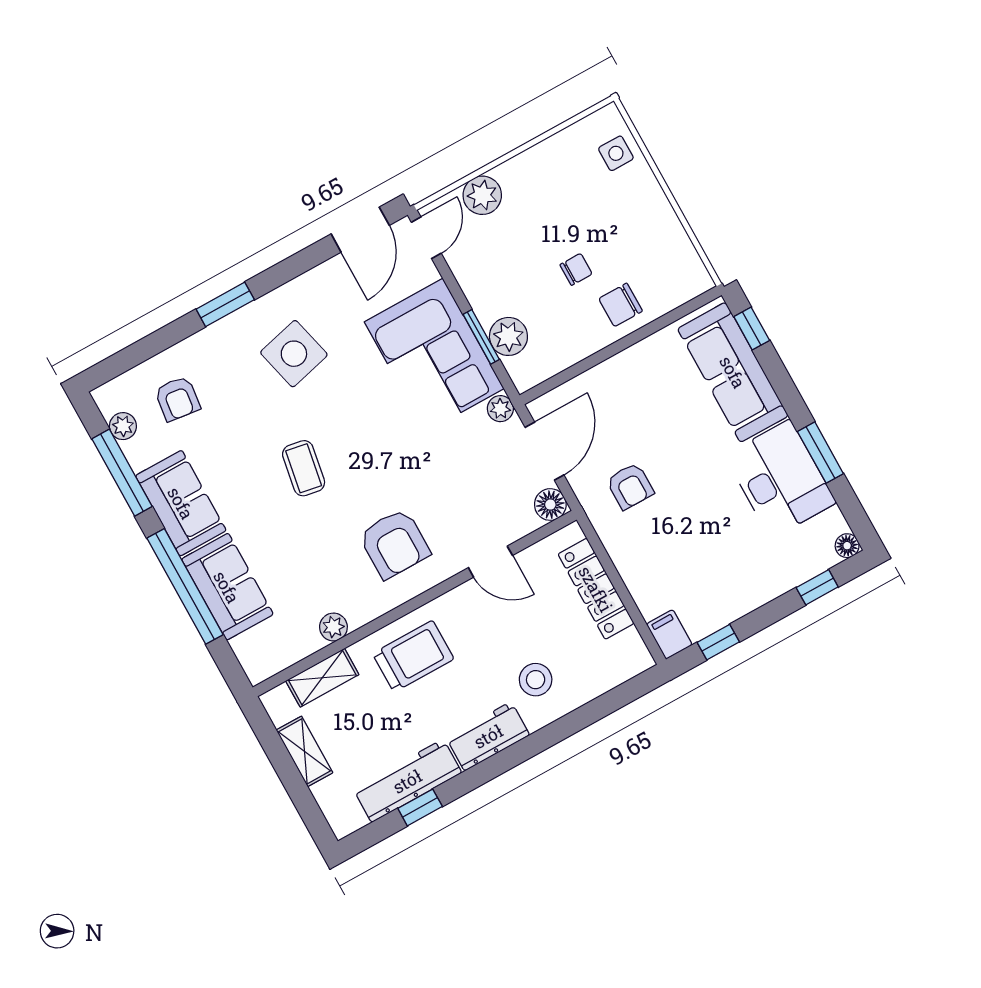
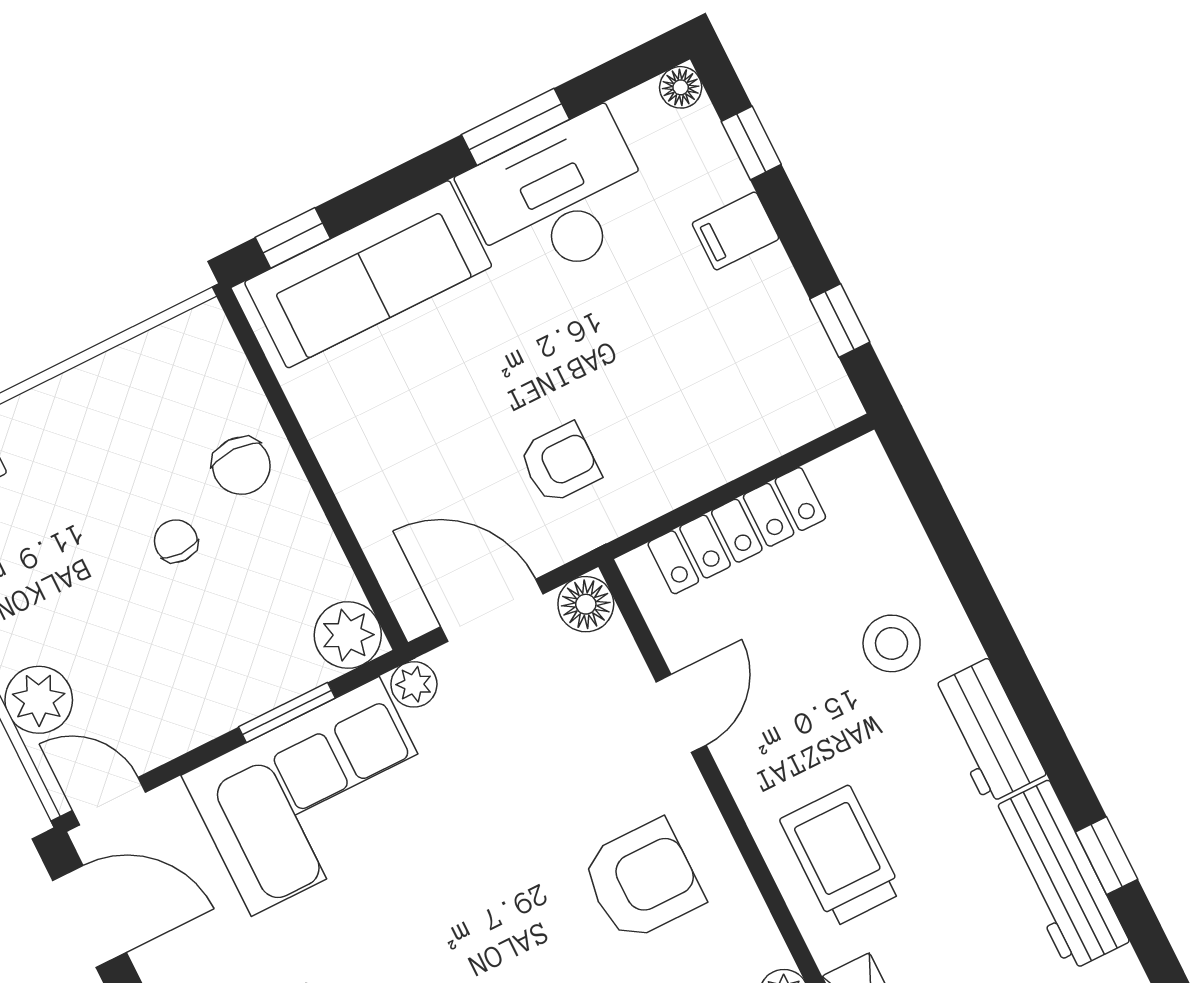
plant: (508, 336) -> (348, 635), moved
filing cabinet: (669, 634) -> (736, 231), moved

